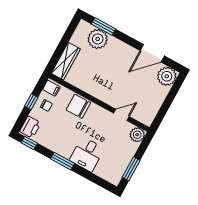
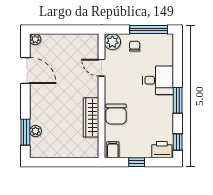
plant: (98, 39) -> (35, 131), width x0.53, depth x0.53
wardrobe: (66, 61) -> (91, 117), moved, turned -90
plant: (167, 76) -> (35, 39), width x0.53, depth x0.53
chair: (46, 105) -> (135, 46), moved
window: (131, 169) -> (149, 29), width x1.44

